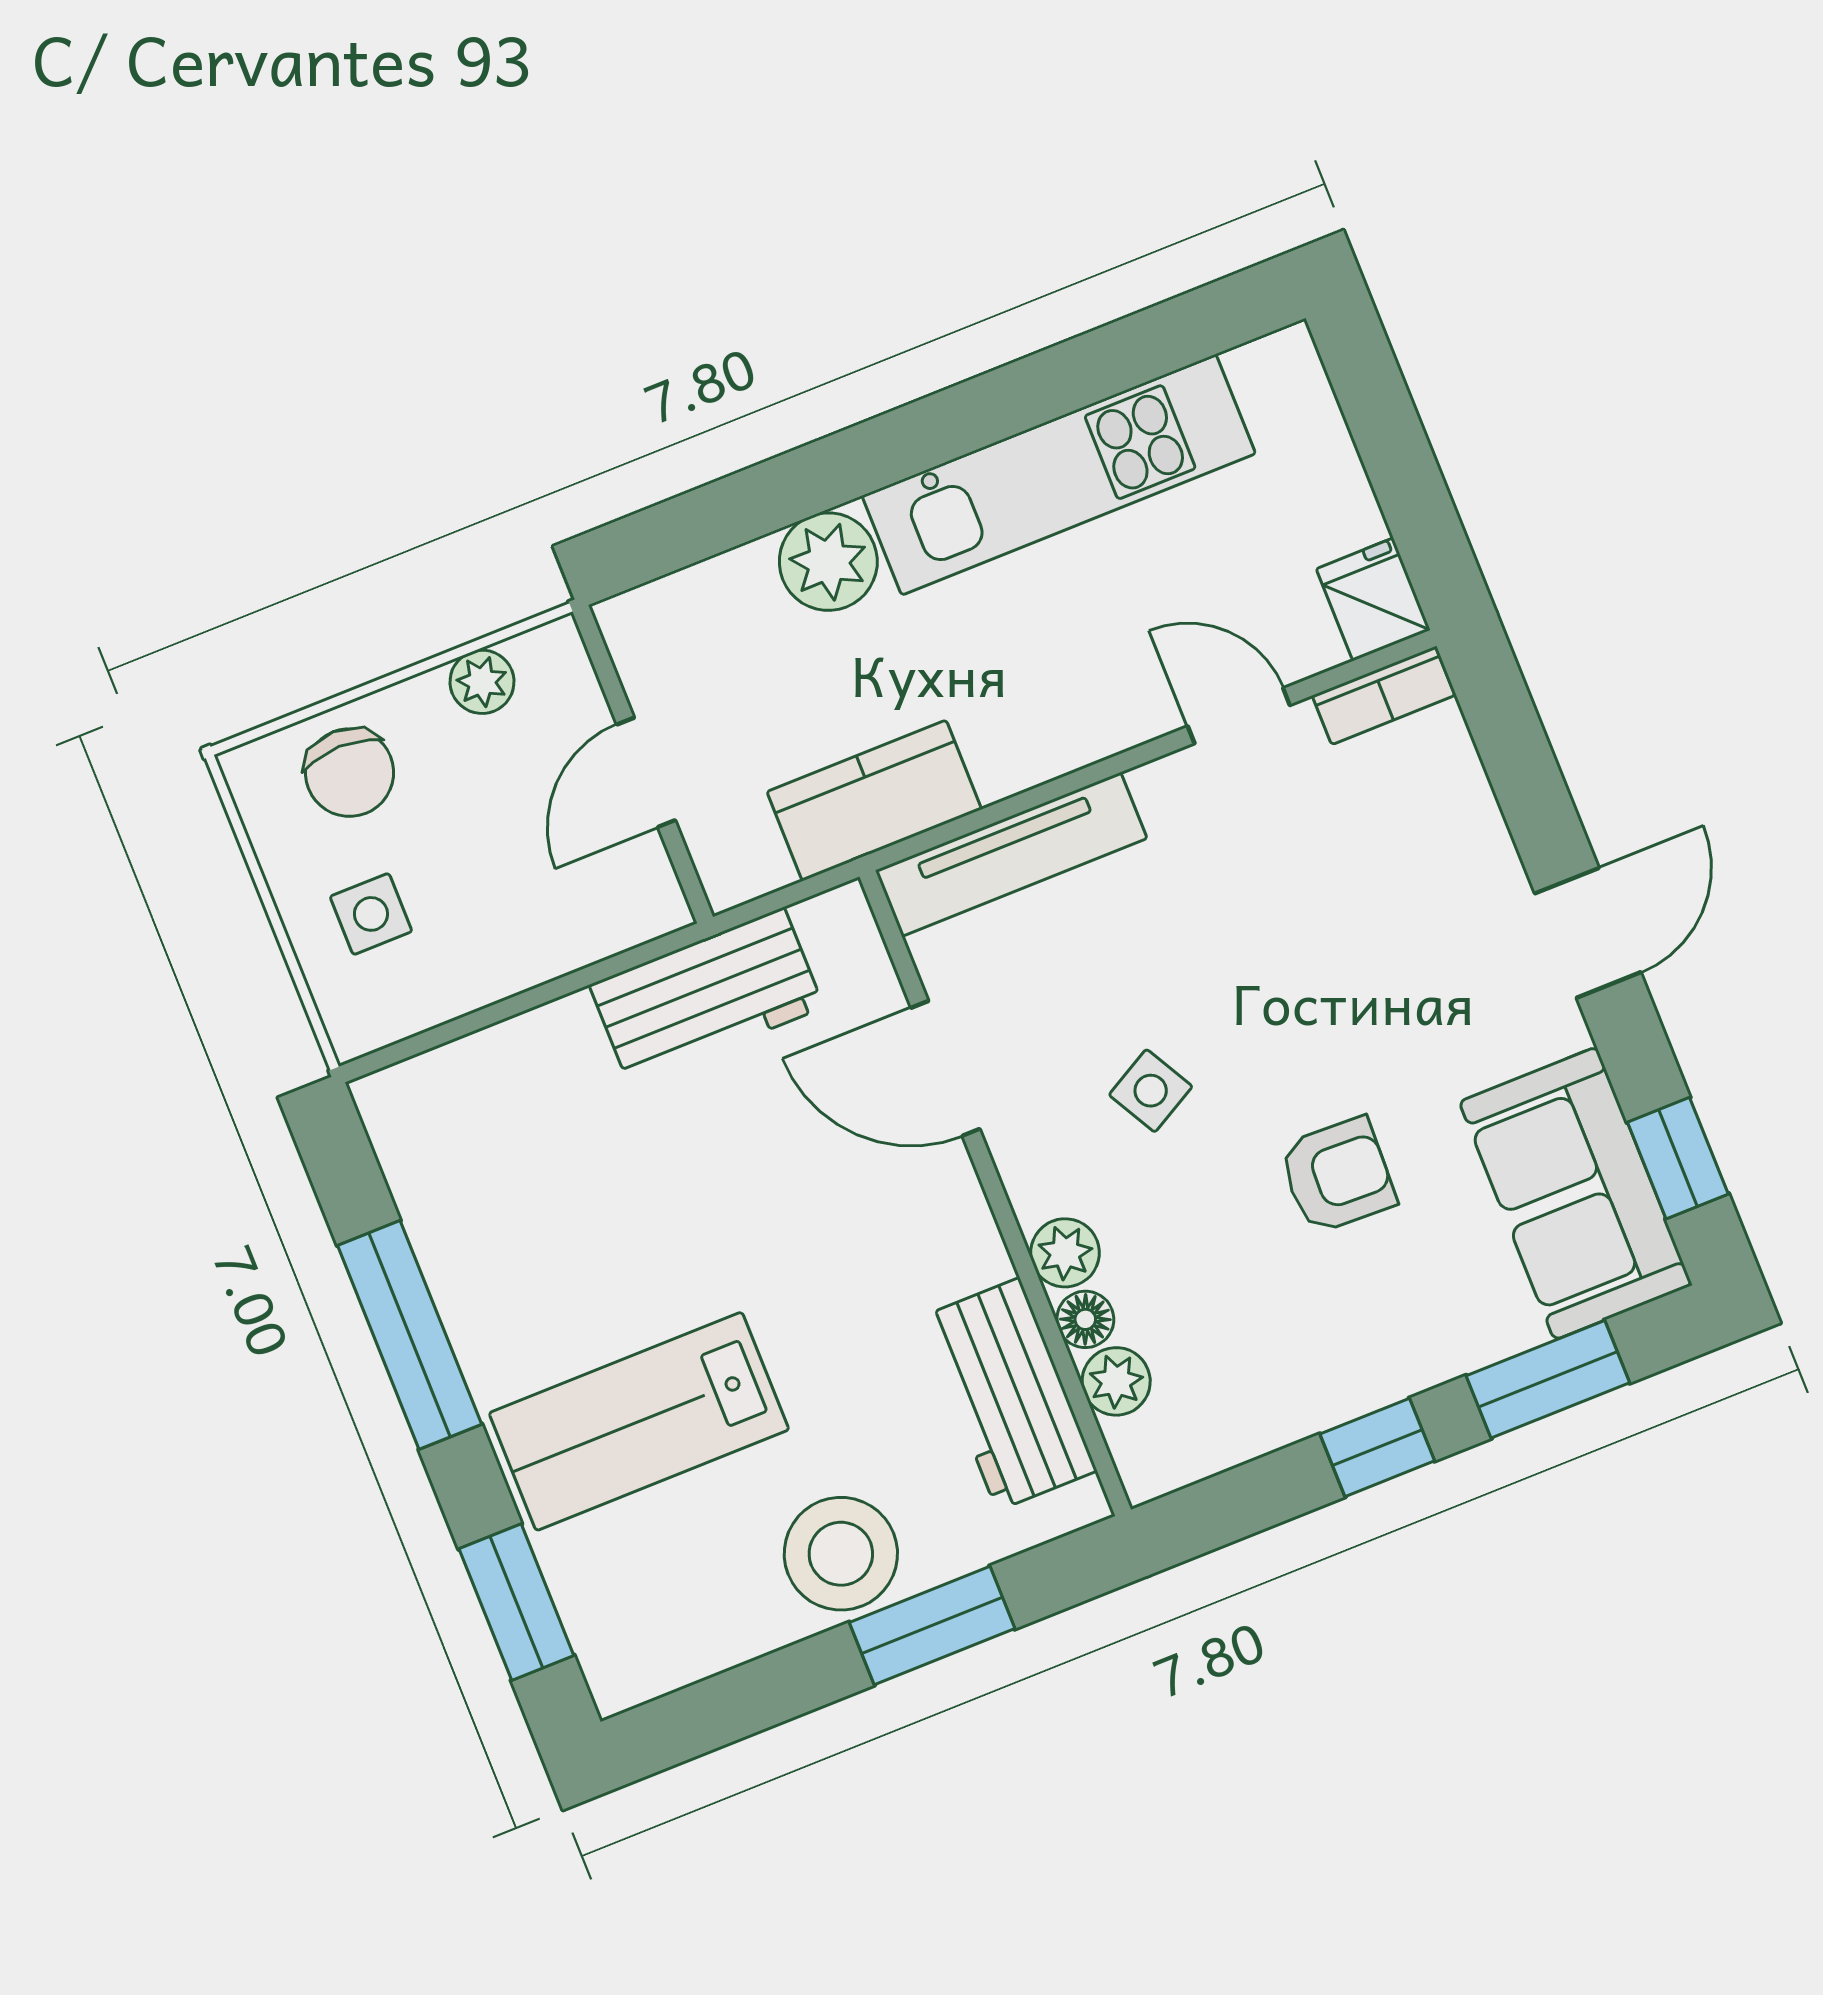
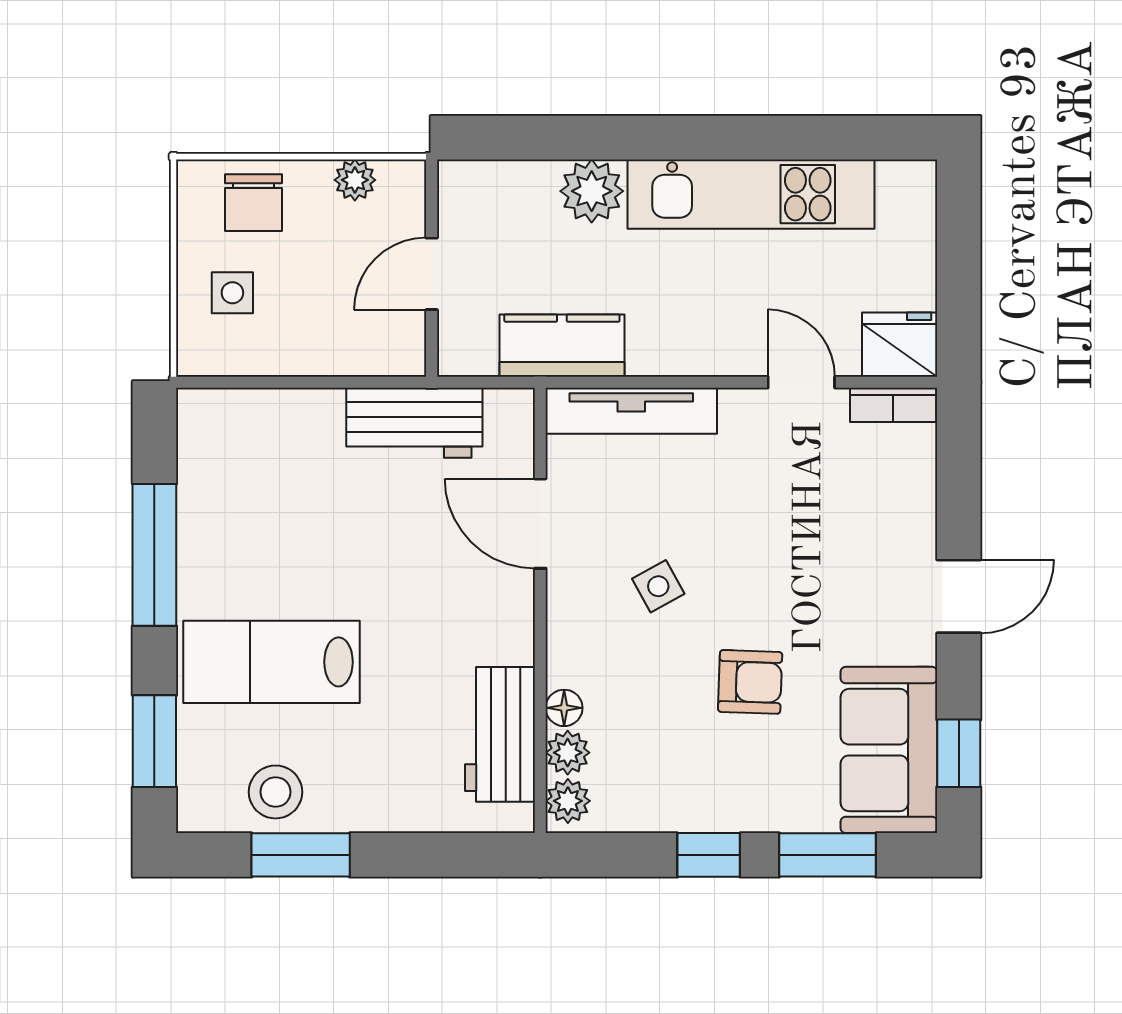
fridge: (1373, 599) -> (900, 345), width x1.38
plant: (1065, 1253) -> (568, 801), moved
stool: (841, 1554) -> (276, 792), moved, width x0.73, depth x0.73
window: (932, 1626) -> (301, 855), moved

